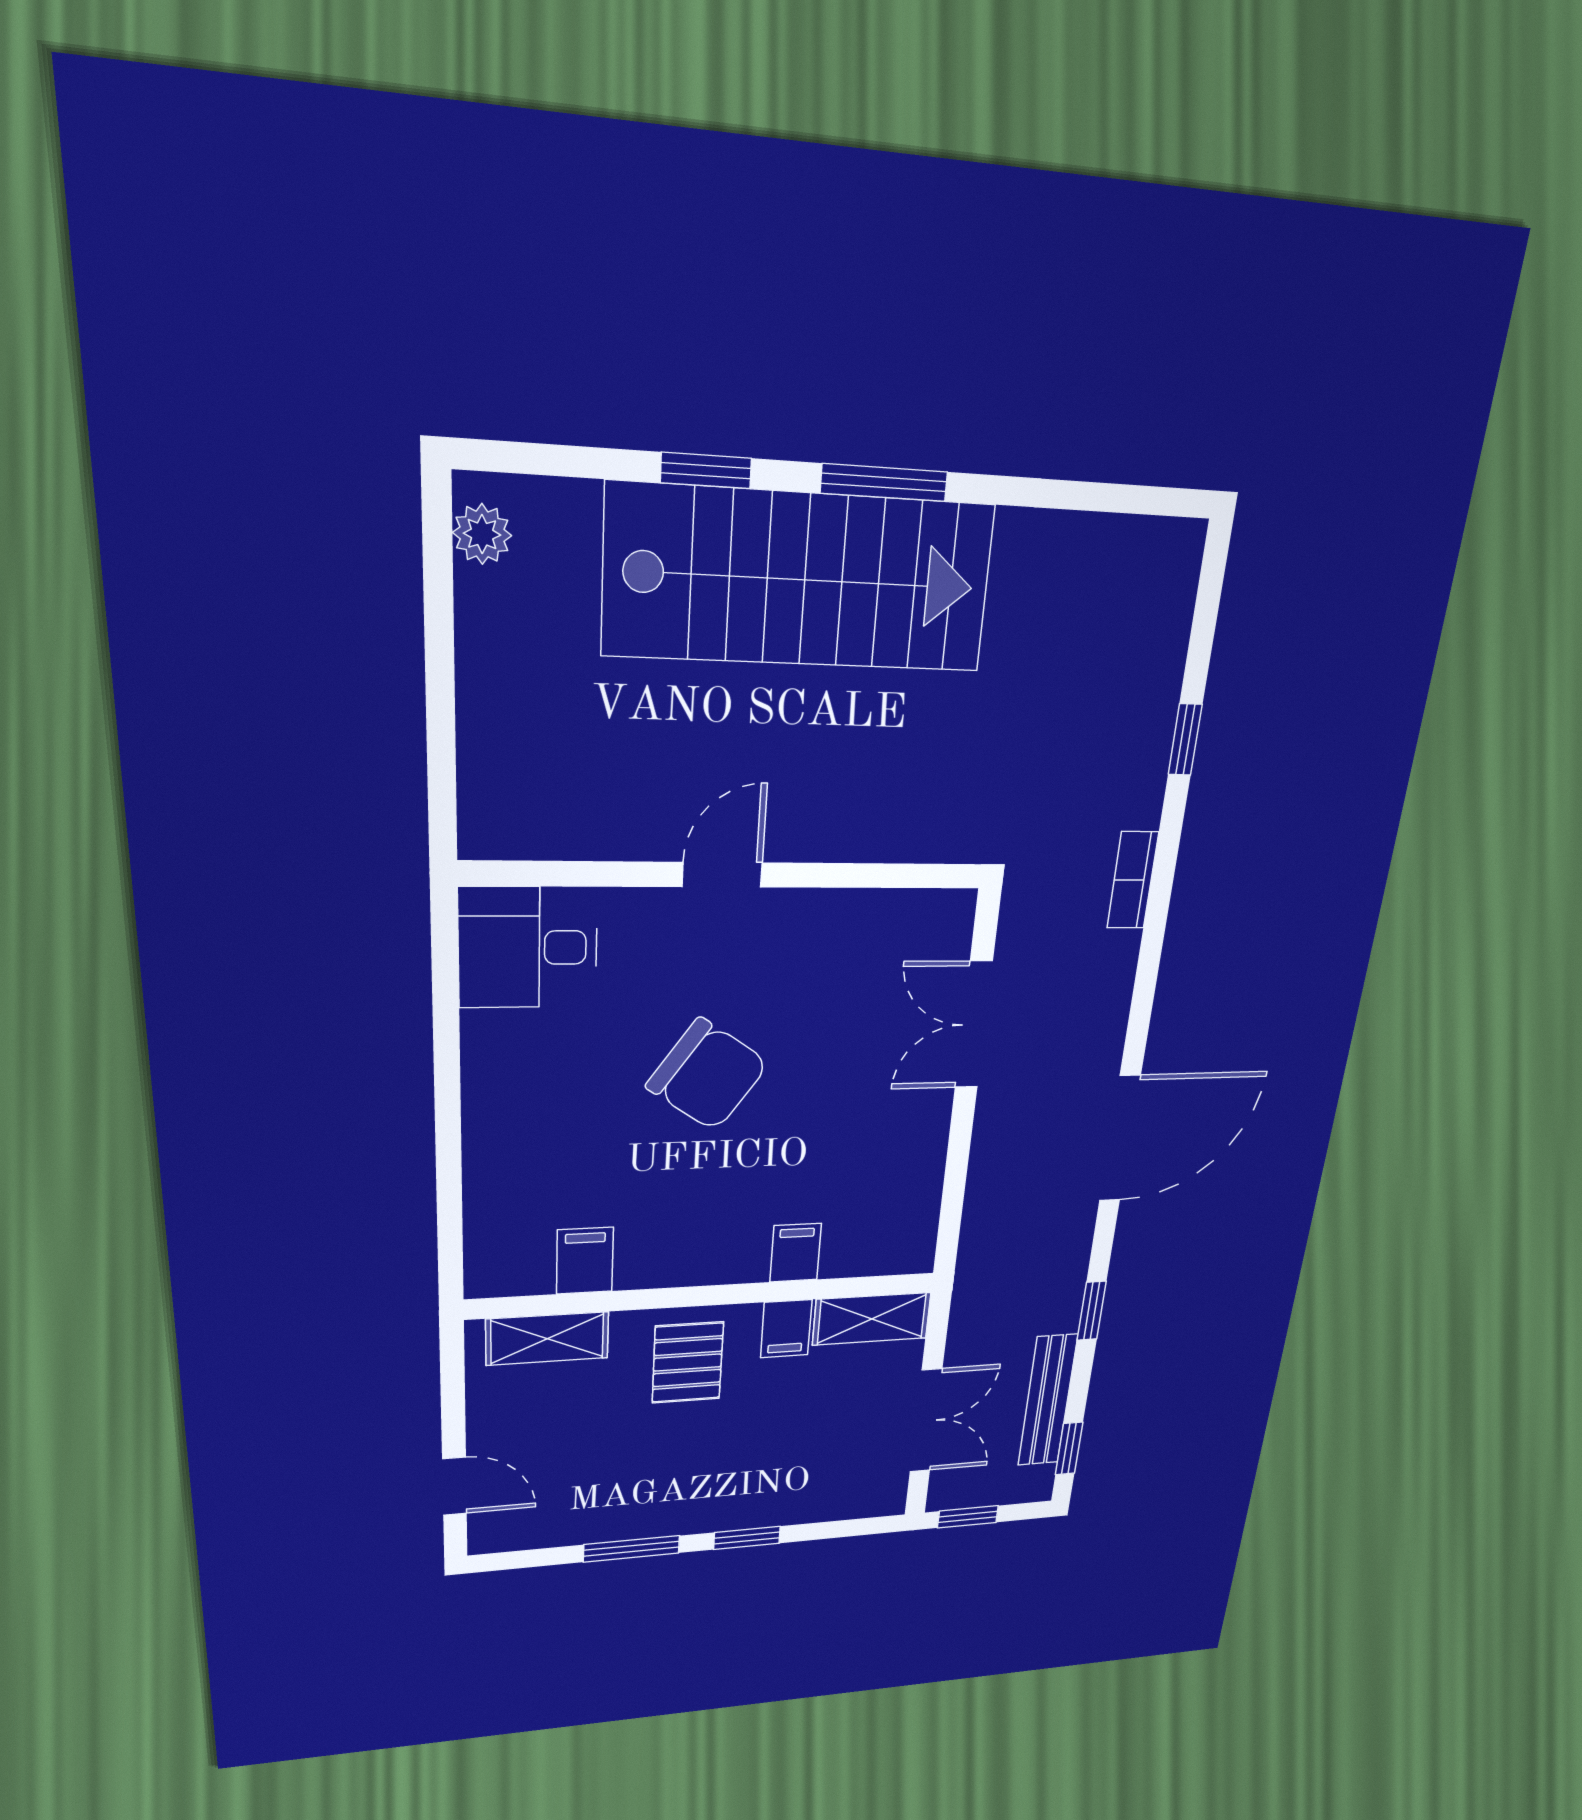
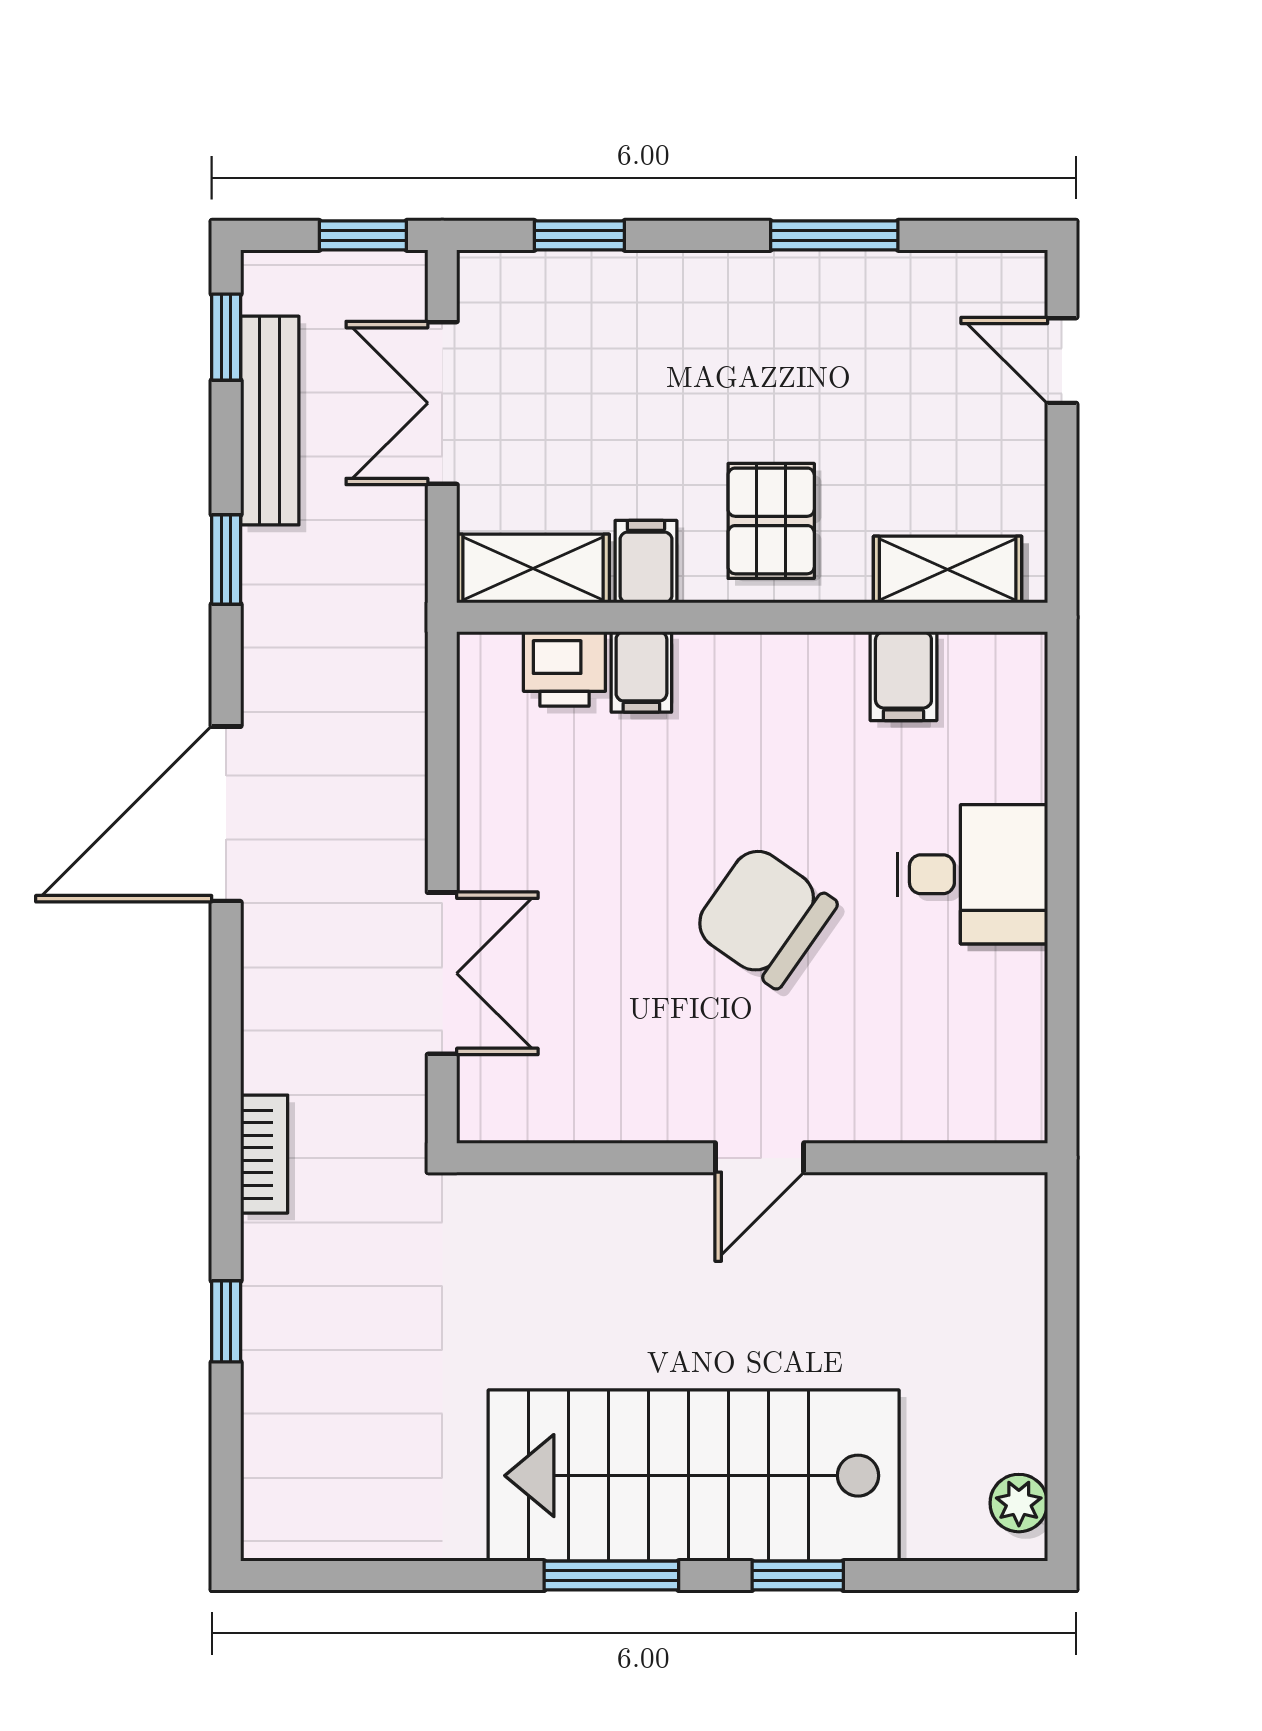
desk: (528, 948) -> (972, 874), moved
printer: (855, 1252) -> (564, 669), added
window: (747, 1538) -> (579, 235), moved

